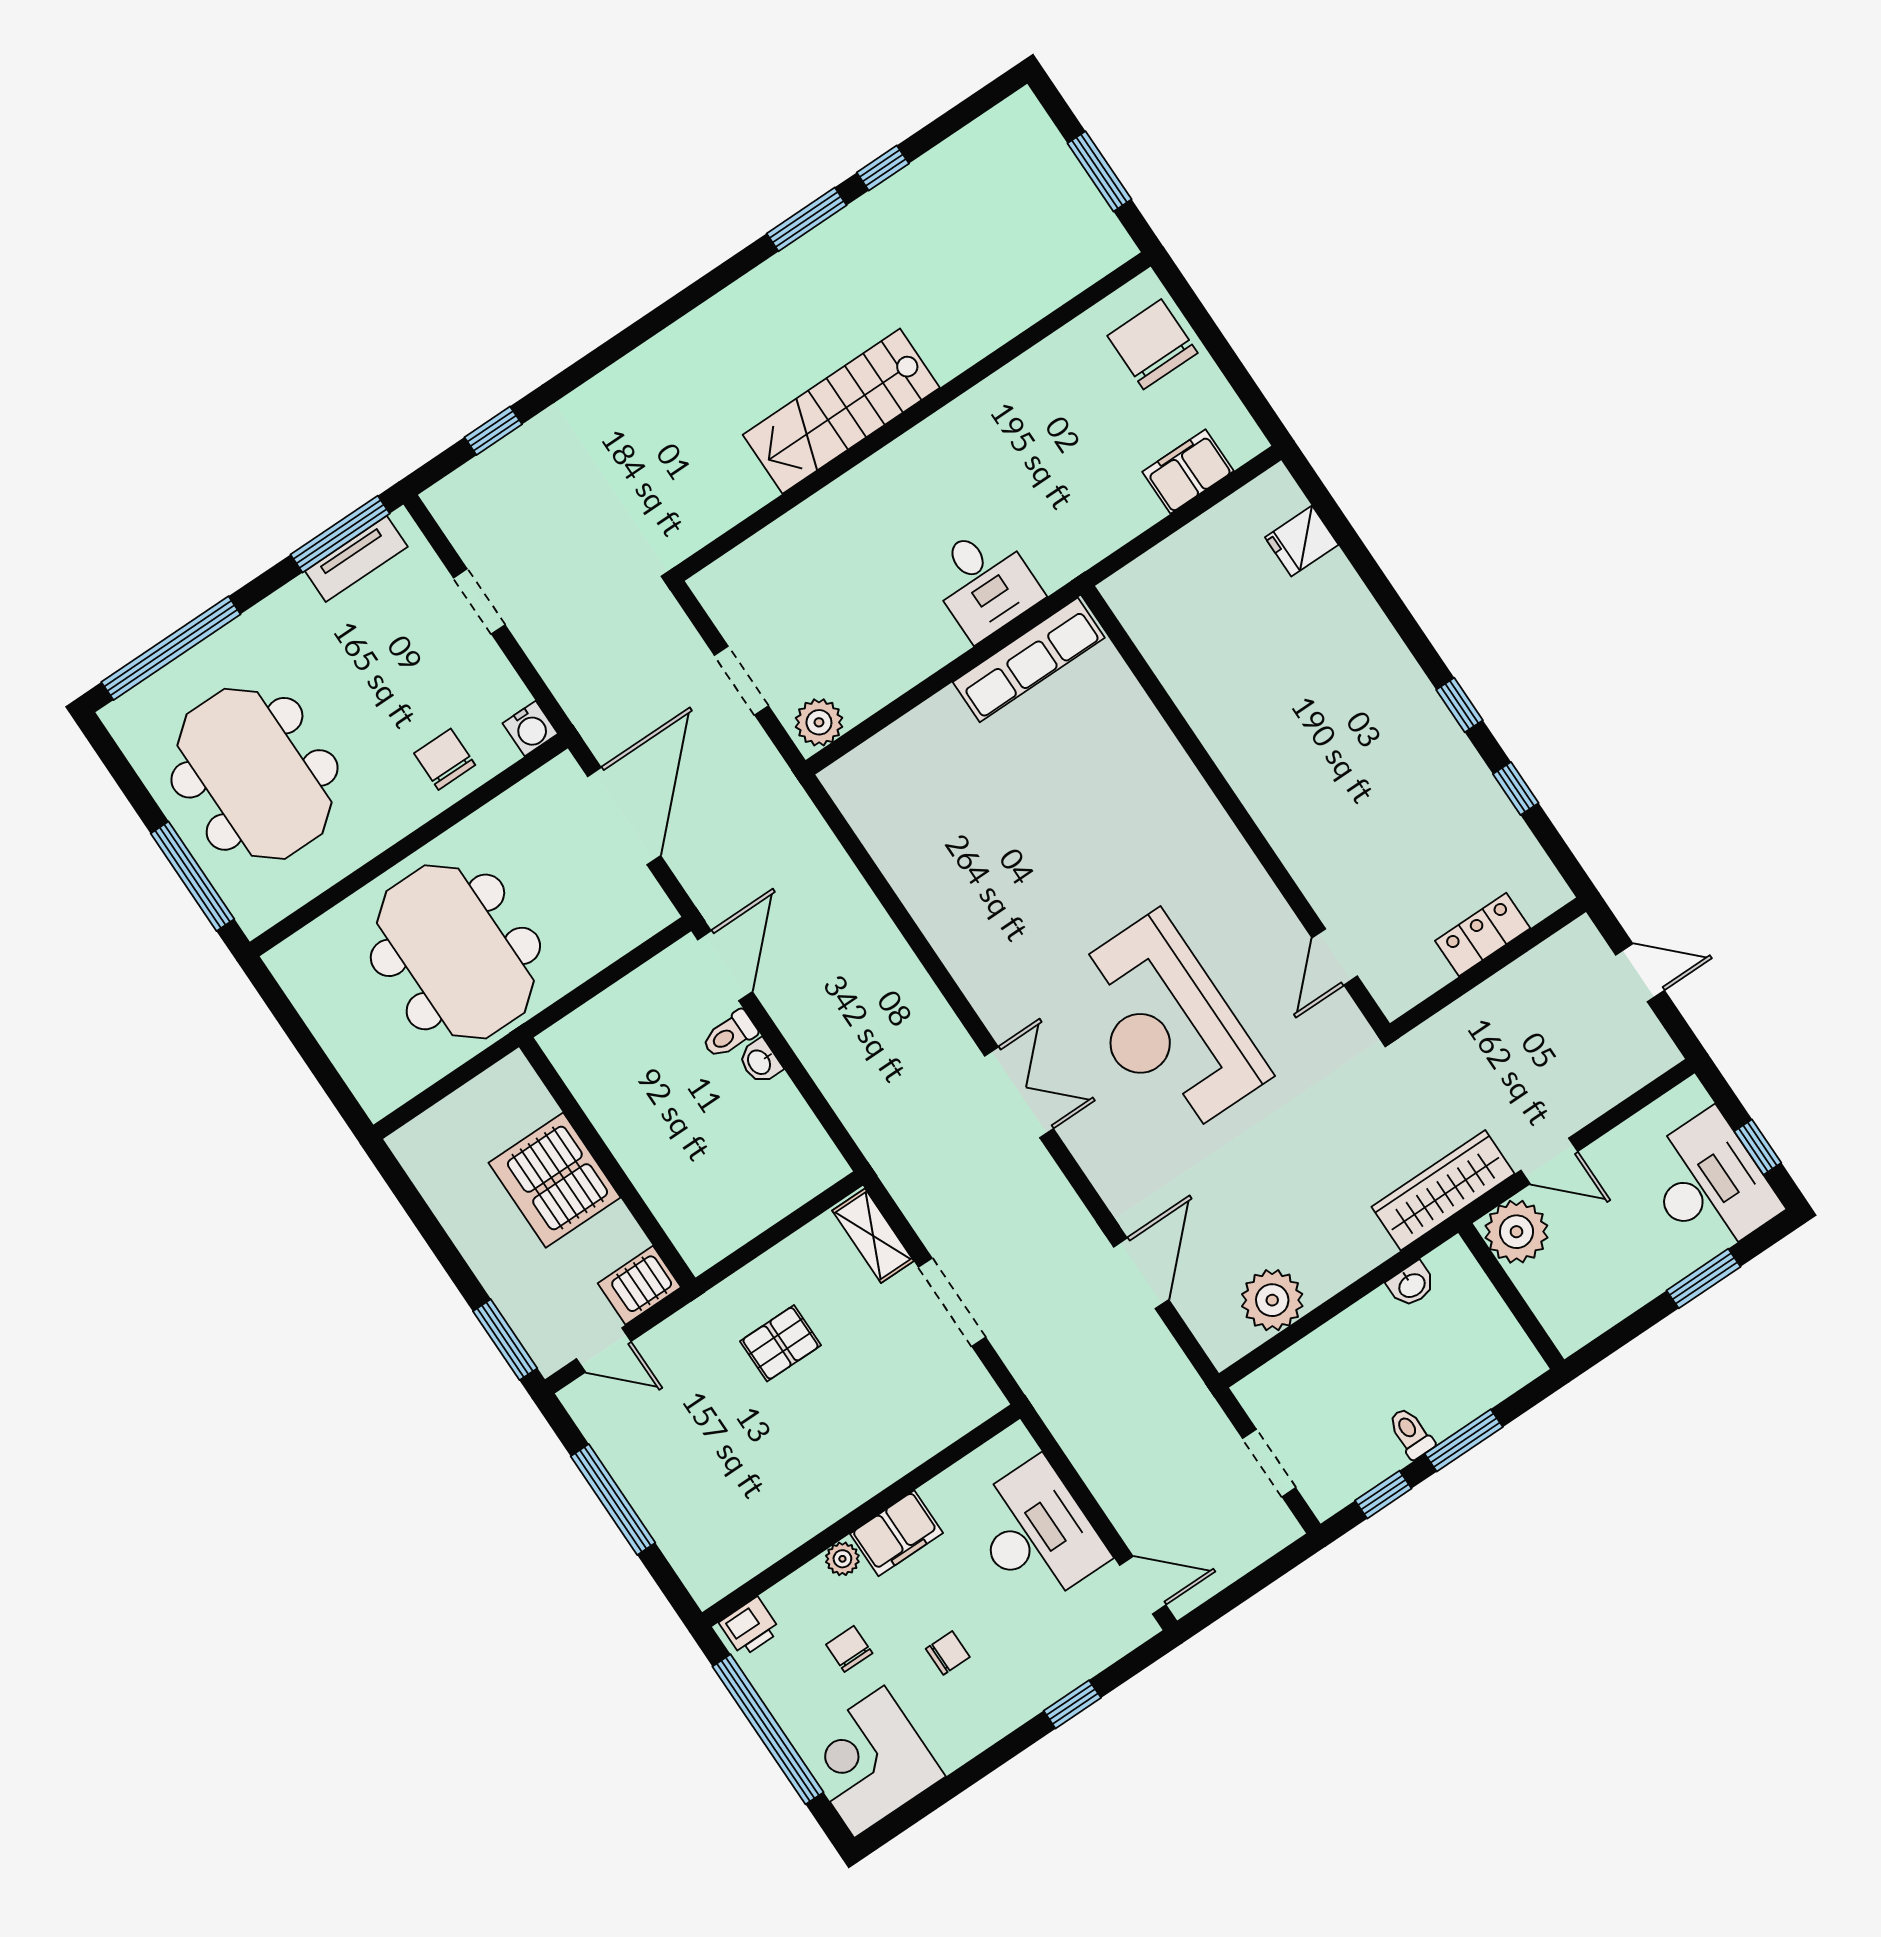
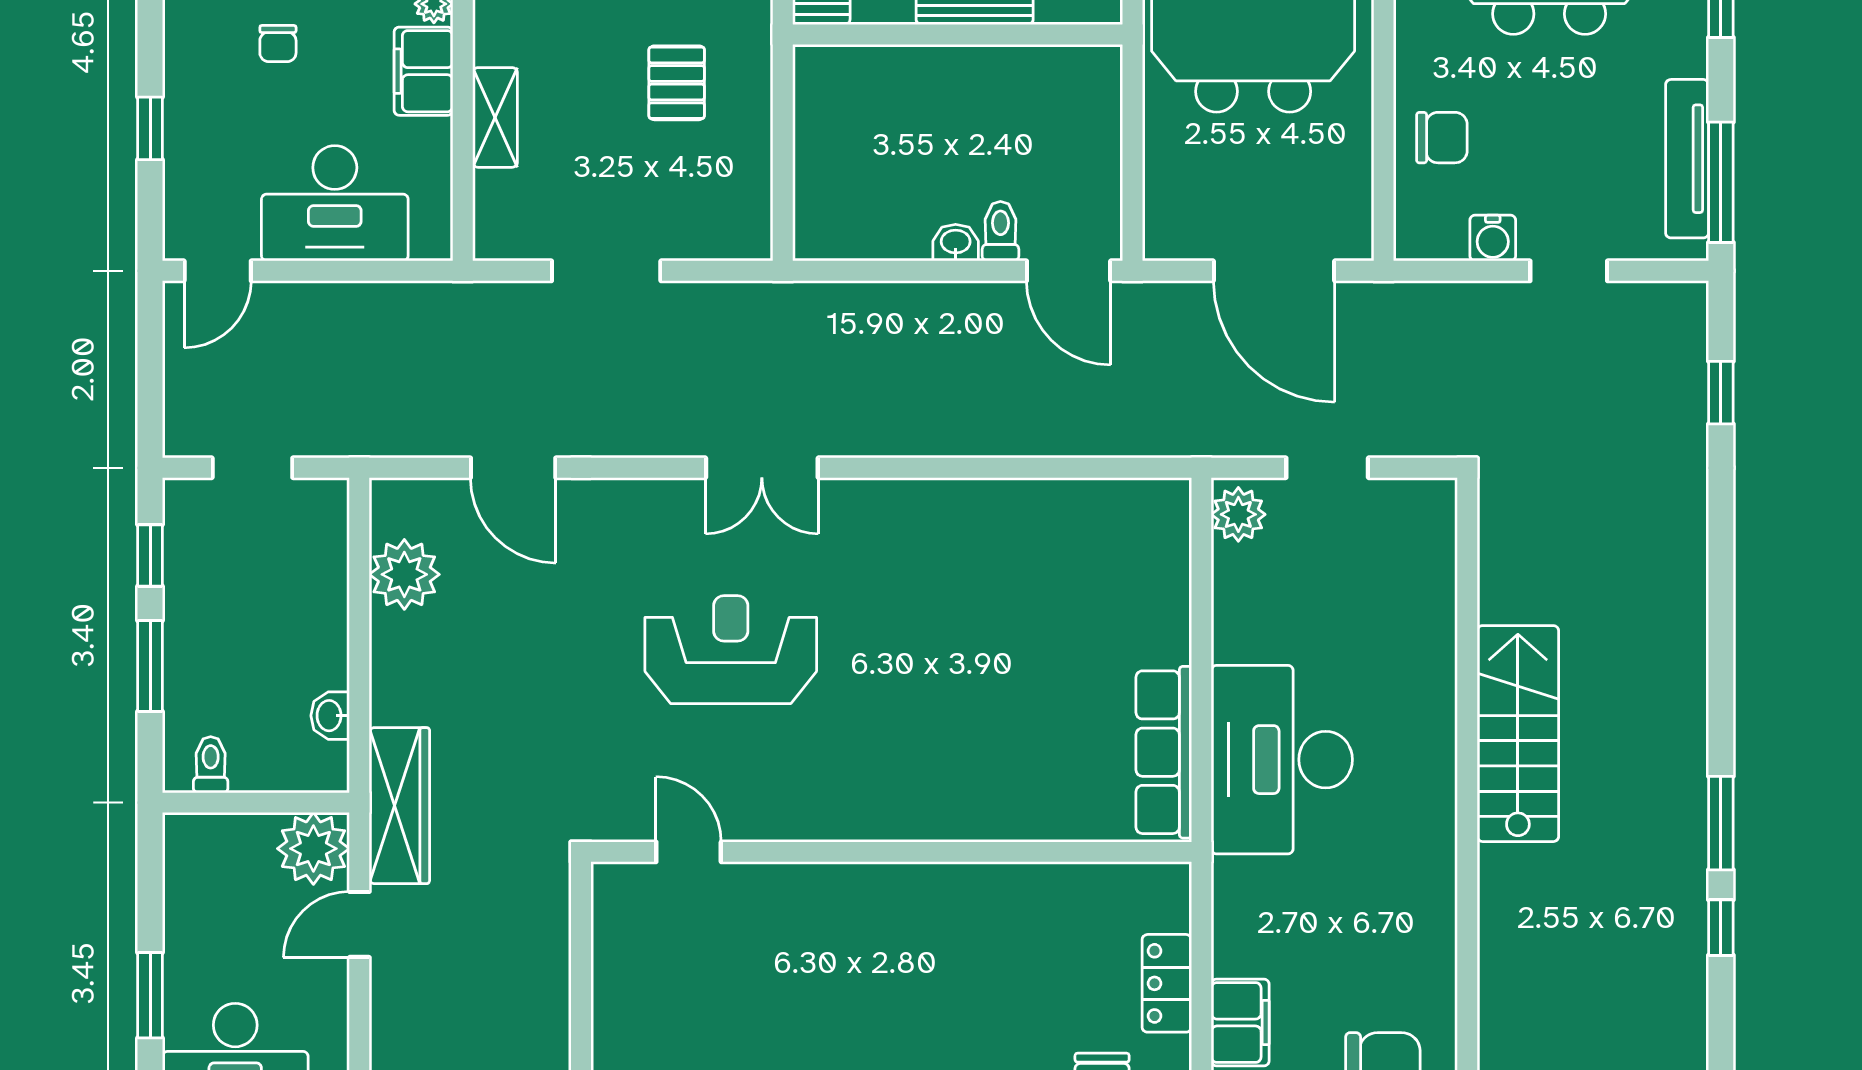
tv unit: (356, 559) -> (1687, 159), width x1.41
desk: (984, 582) -> (1282, 760), width x1.87, depth x1.30
water cooler: (530, 728) -> (1493, 238), moved, turned -90
locker: (1483, 935) -> (1167, 983), moved, turned 180
reception desk: (1167, 1025) -> (731, 650), width x0.74, depth x0.77
shelving: (873, 1236) -> (495, 117), moved, turned 90
toilet: (1411, 1433) -> (211, 765), moved, turned -90

